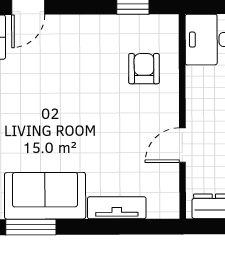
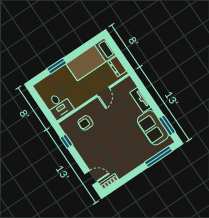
door: (182, 145) -> (103, 92), hinge flipped

